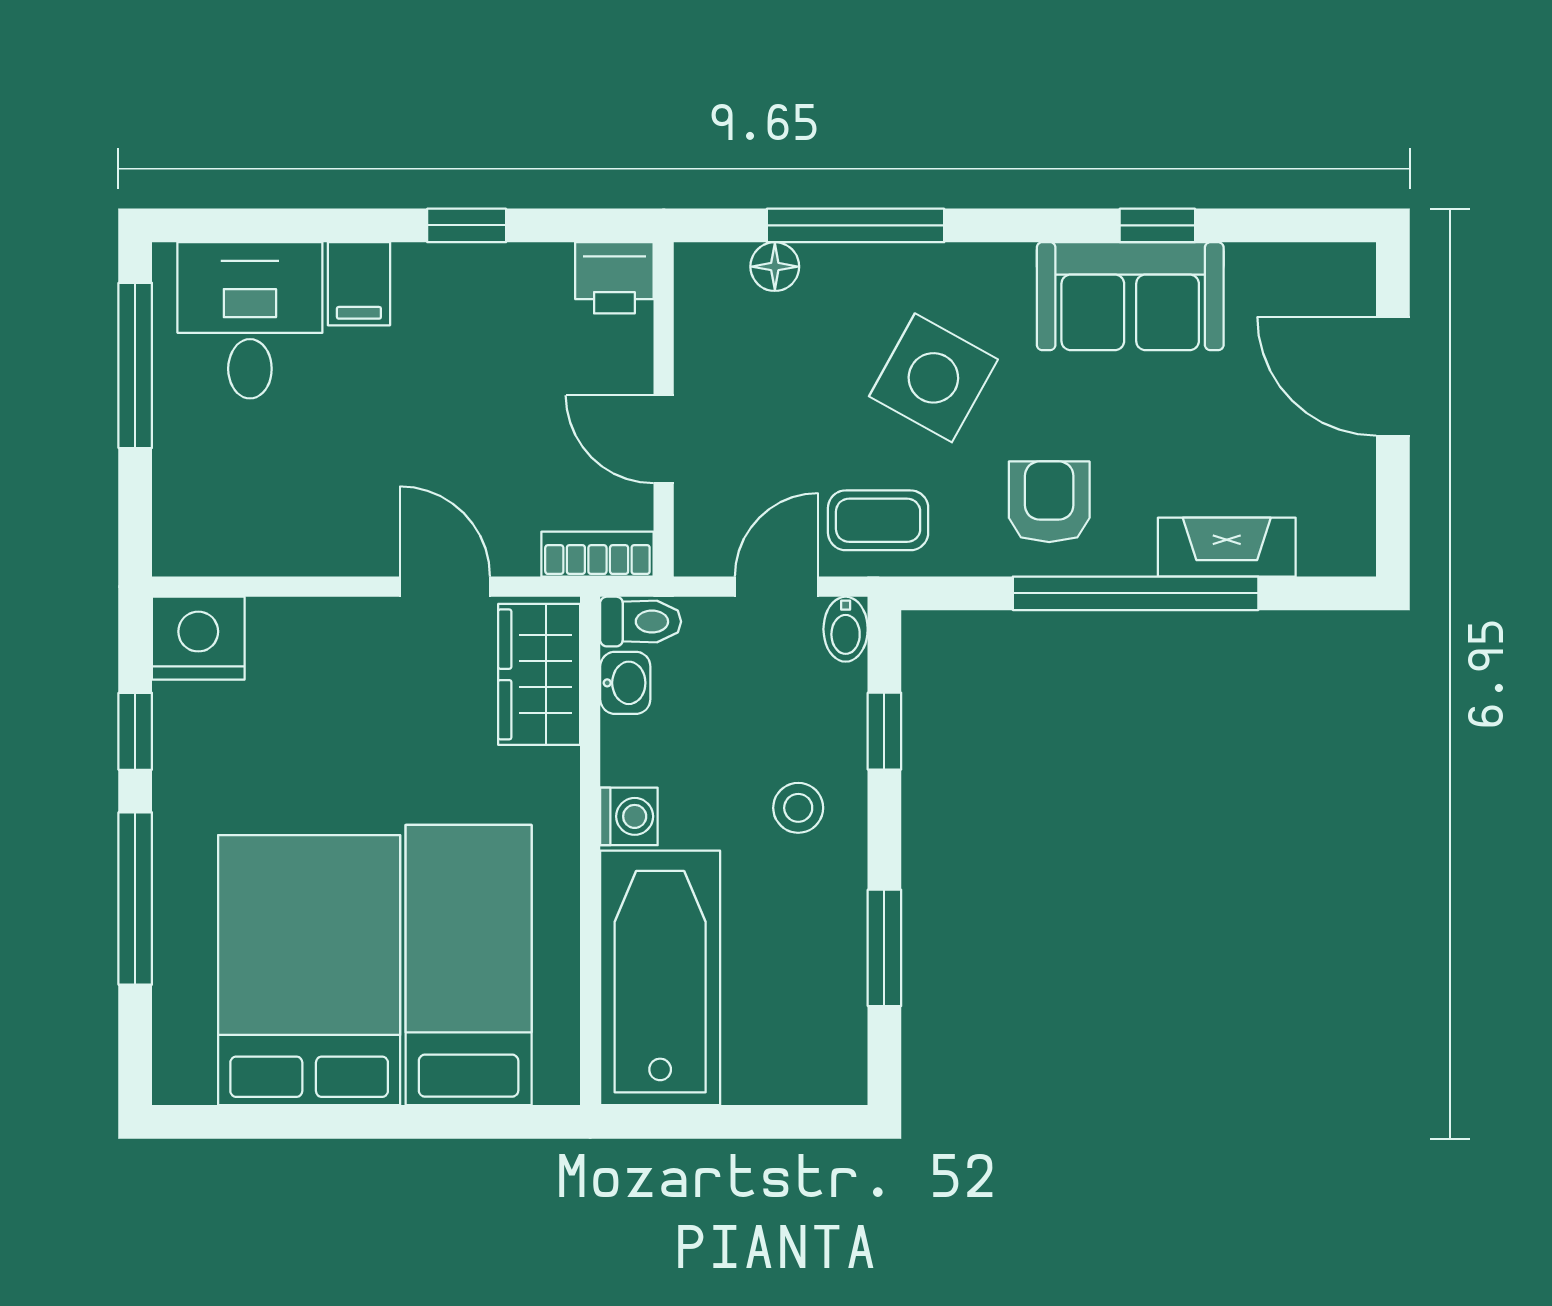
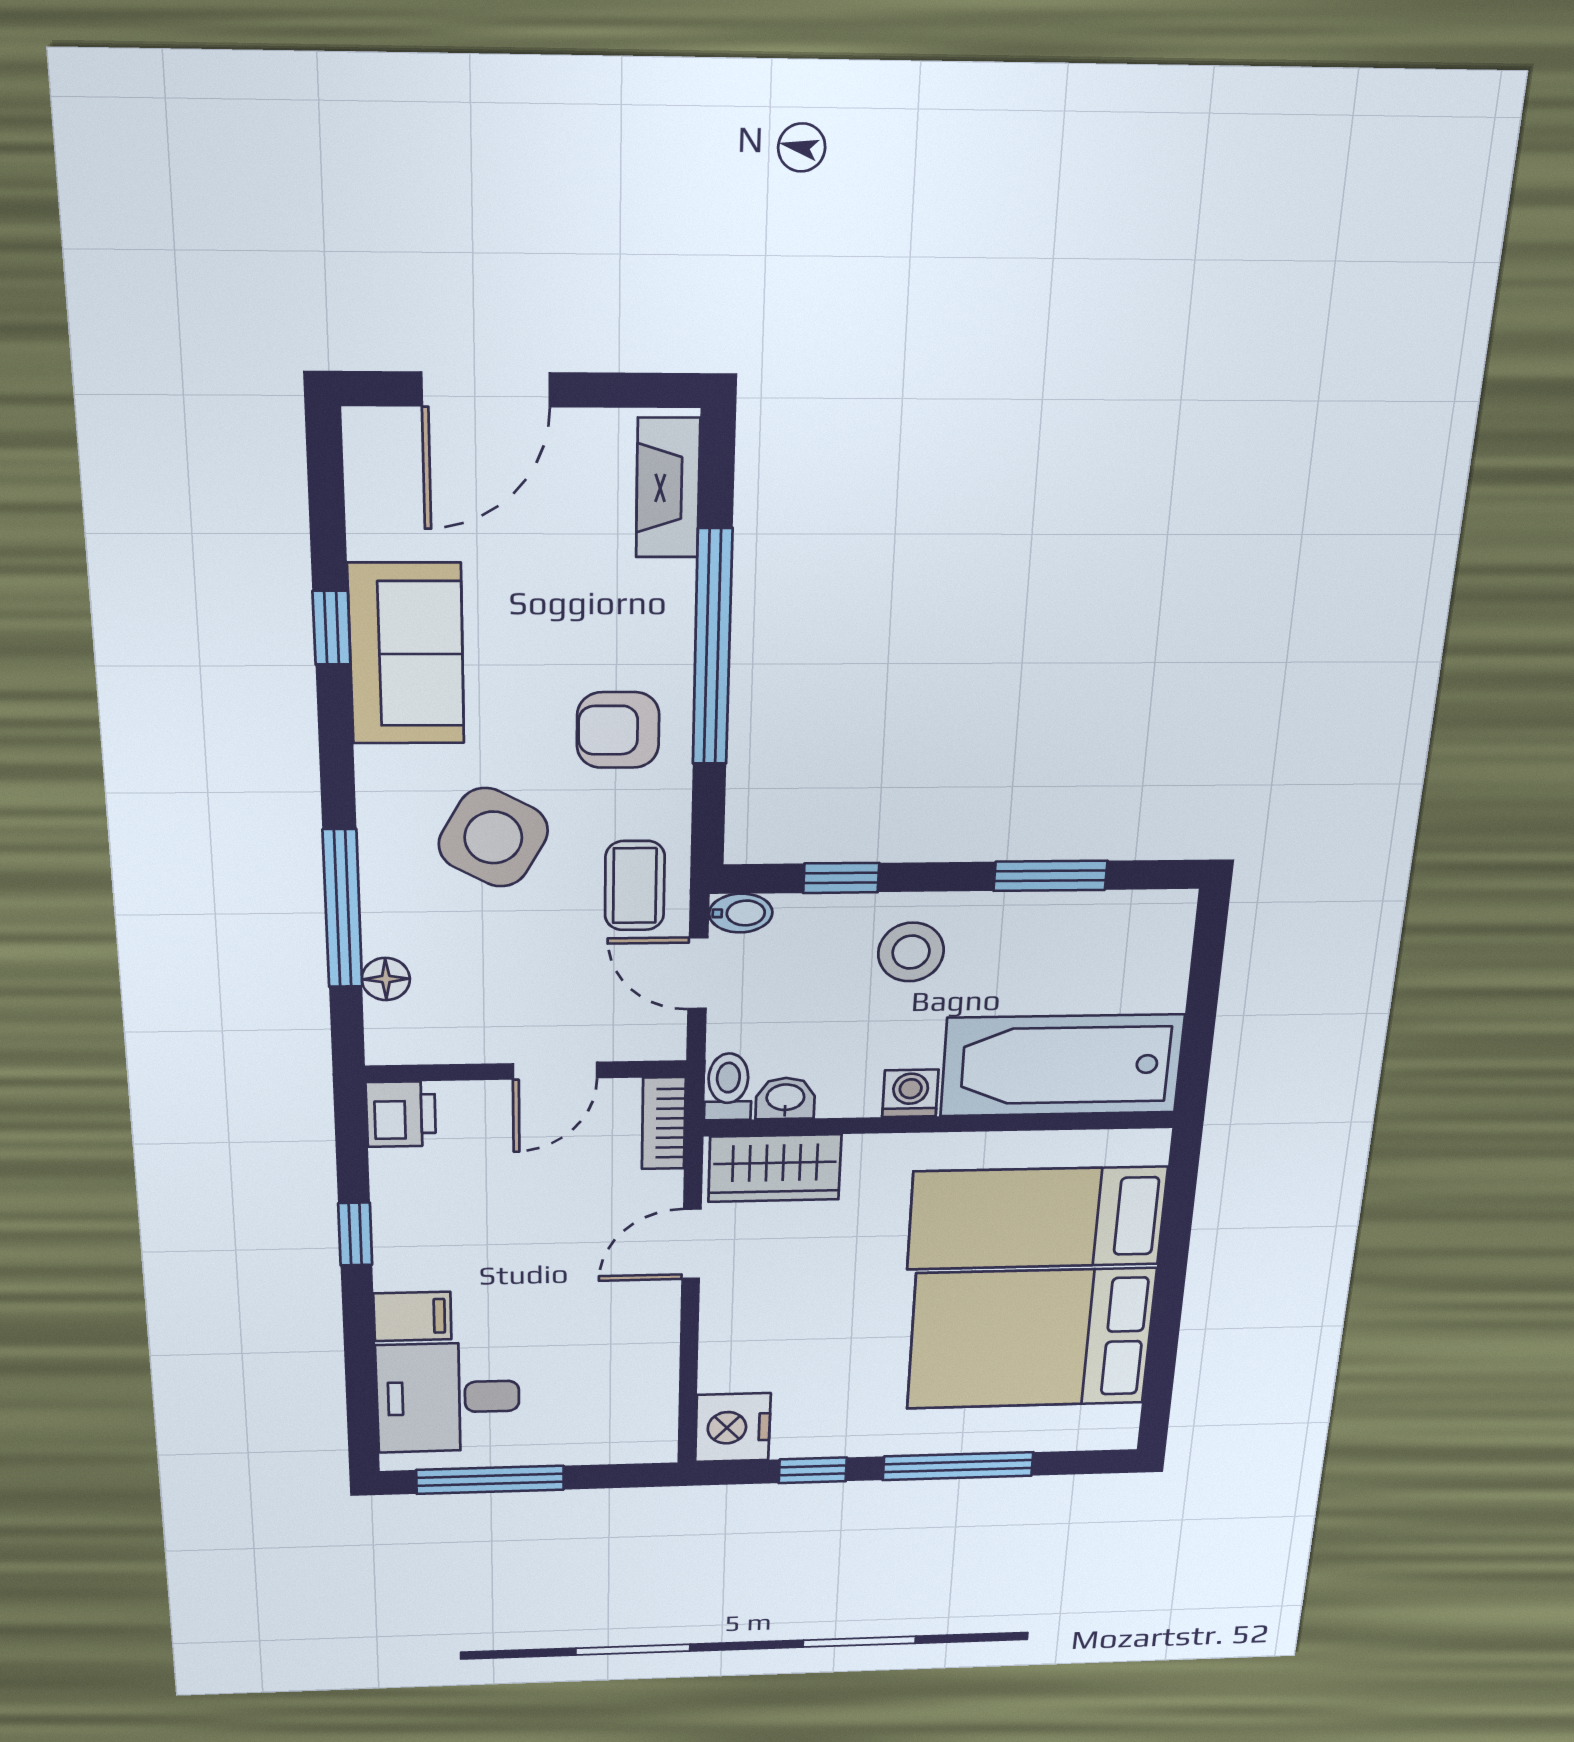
fireplace: (1227, 547) -> (668, 488), moved
stool: (798, 808) -> (911, 952), width x1.37, depth x1.37

